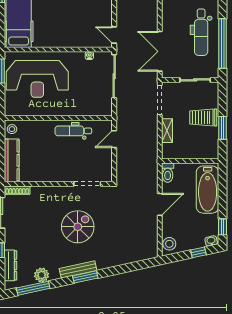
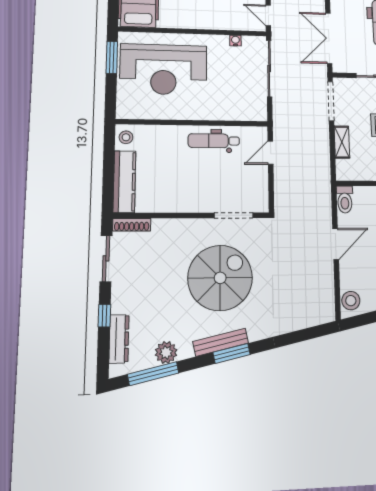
spiral stairs: (78, 227) -> (220, 278), width x1.37, depth x1.37

